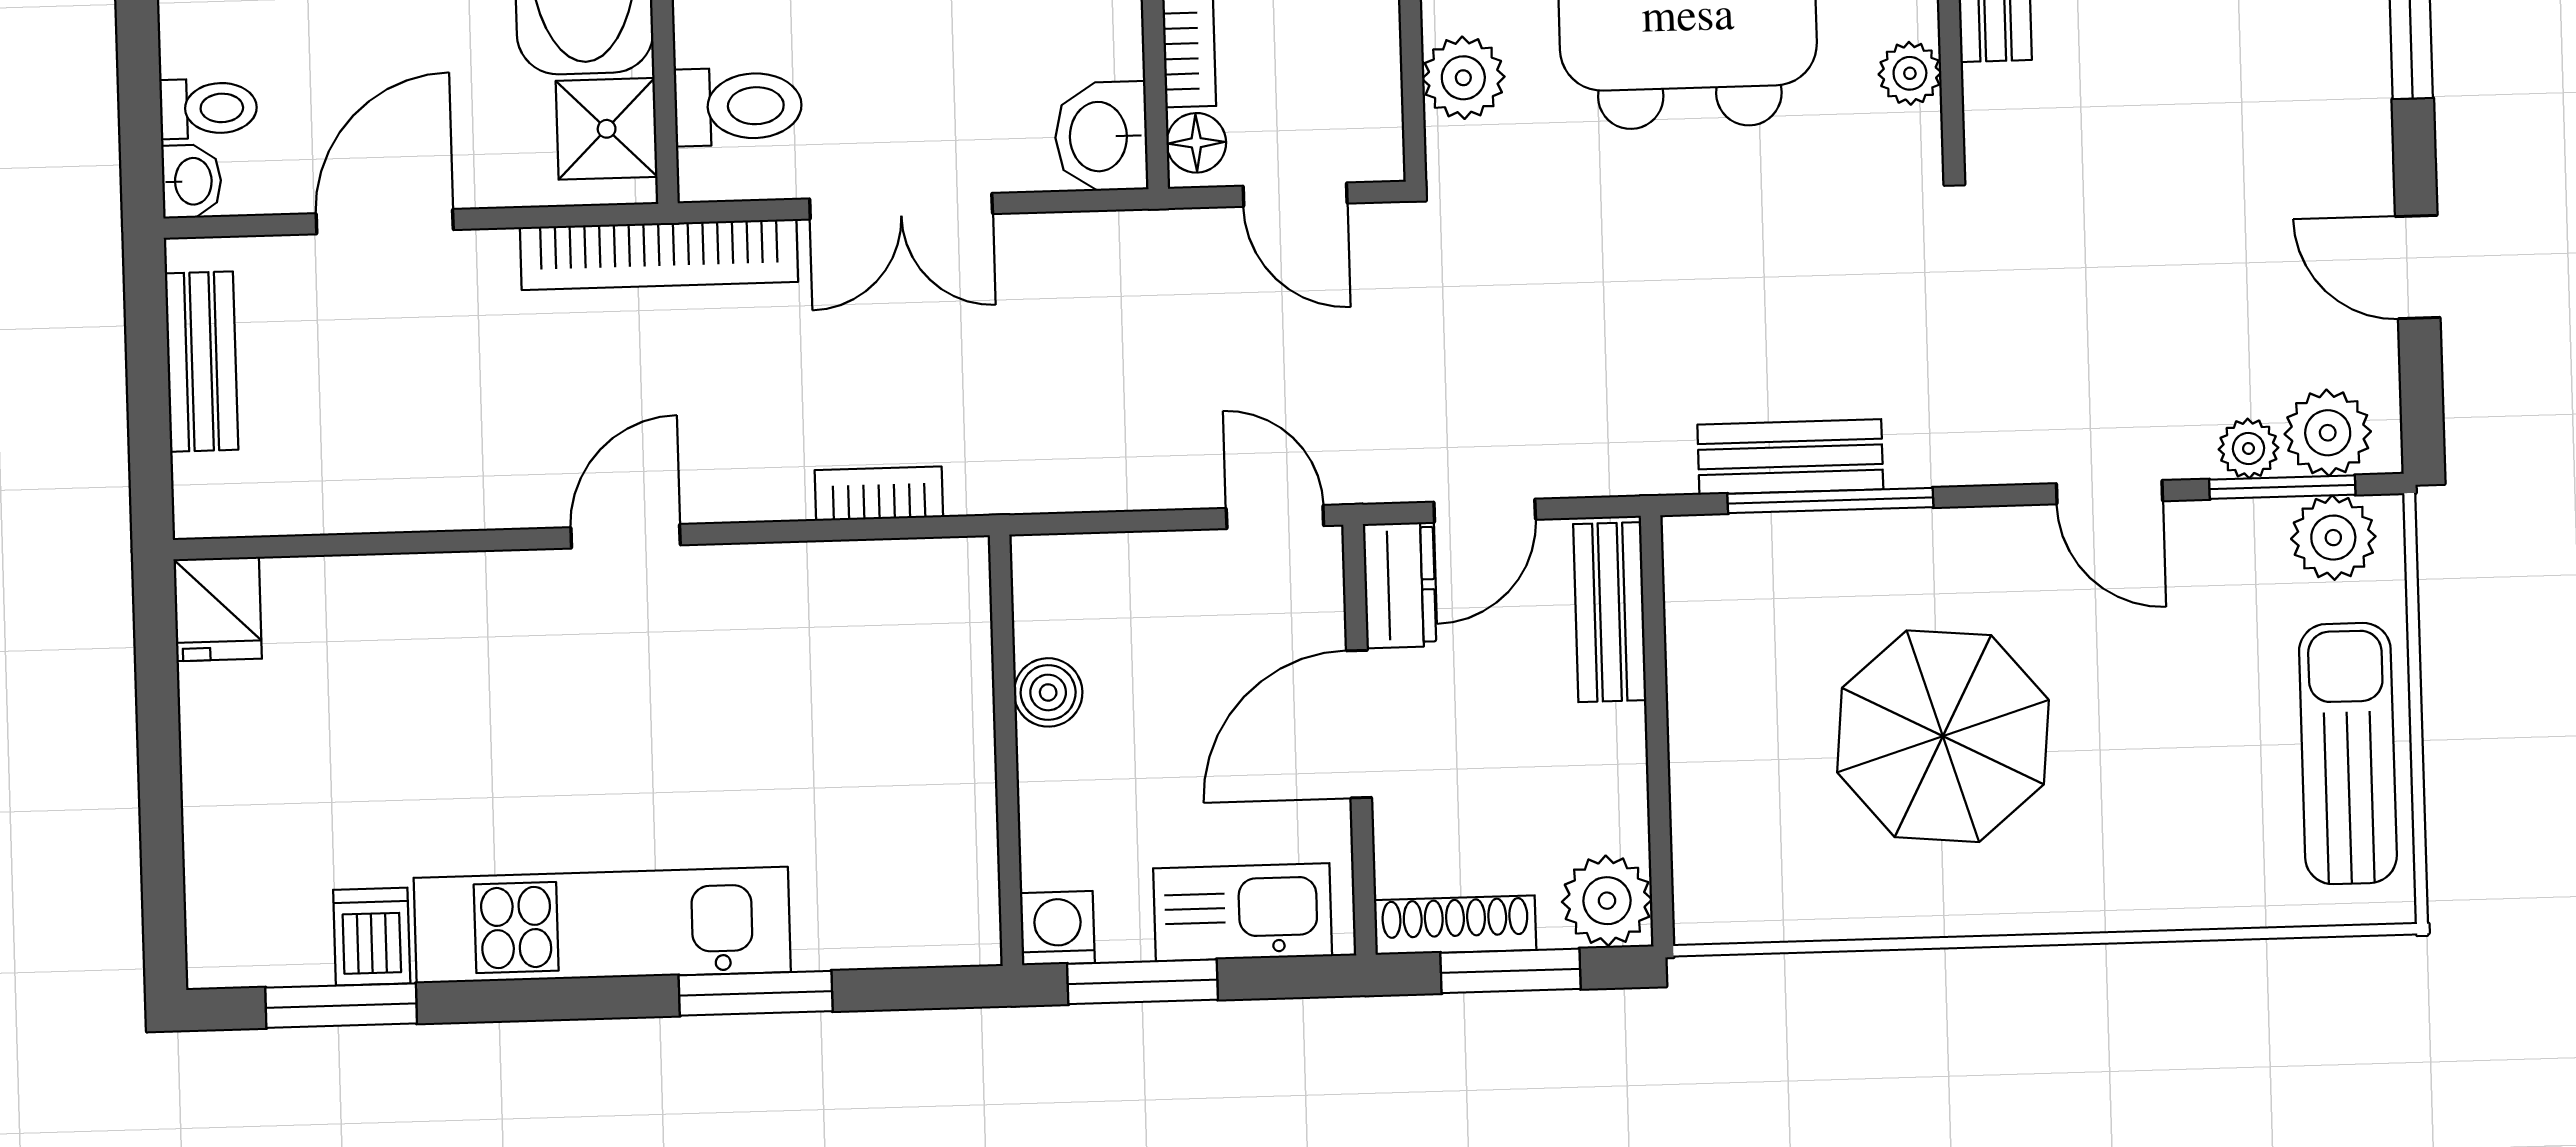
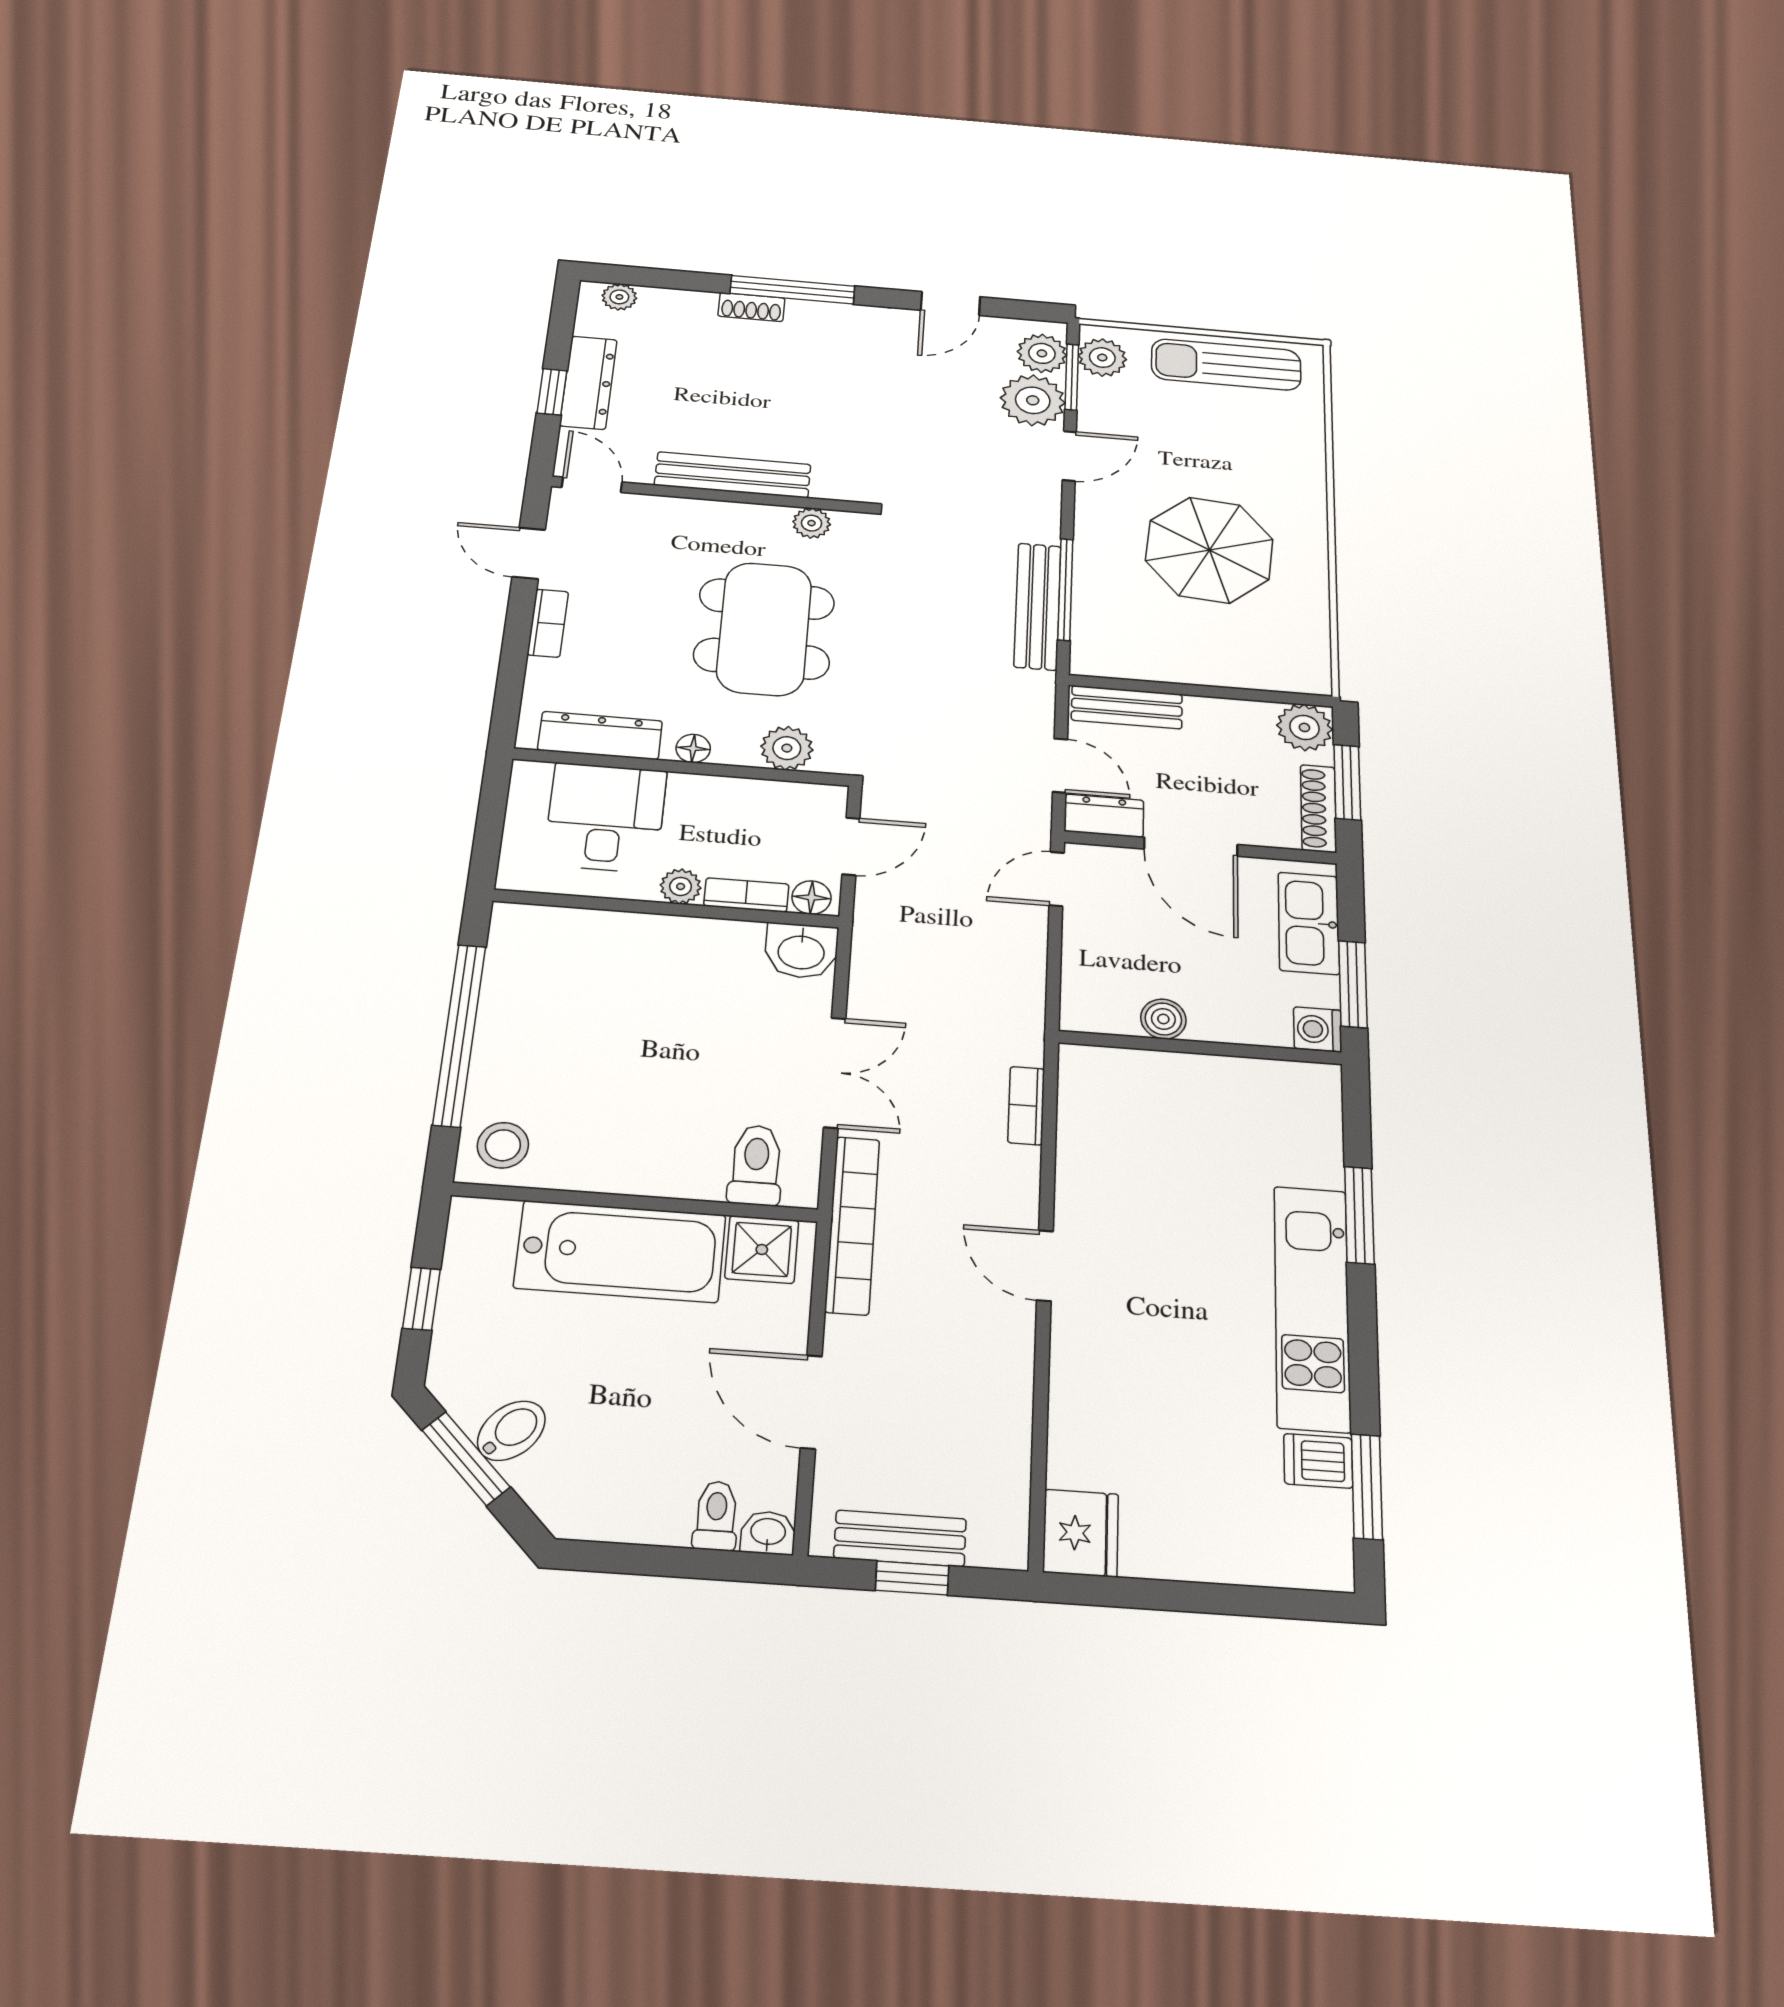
window: (148, 382) -> (912, 1578), added
plant: (2248, 448) -> (1033, 400), width x1.87, depth x1.87
bench: (1790, 457) -> (1038, 606), width x1.36
fridge: (218, 609) -> (1081, 1533), width x1.38

